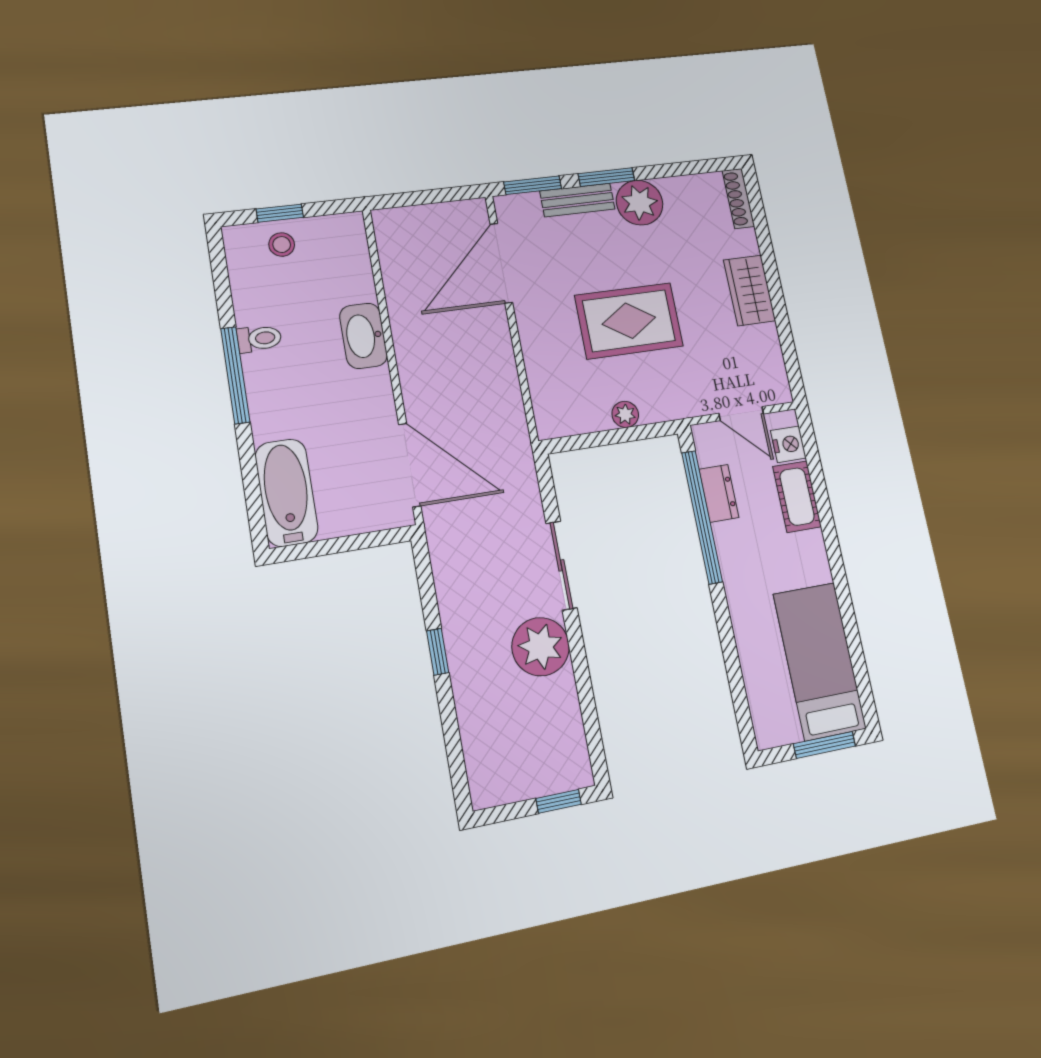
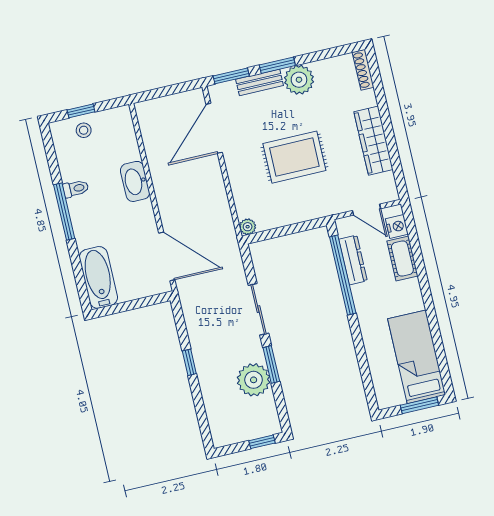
wardrobe: (749, 290) -> (373, 141), width x1.50
plant: (625, 414) -> (248, 227), moved
dresser: (719, 493) -> (353, 260), width x1.44
plant: (541, 647) -> (254, 380), moved
window: (580, 663) -> (271, 365), added

